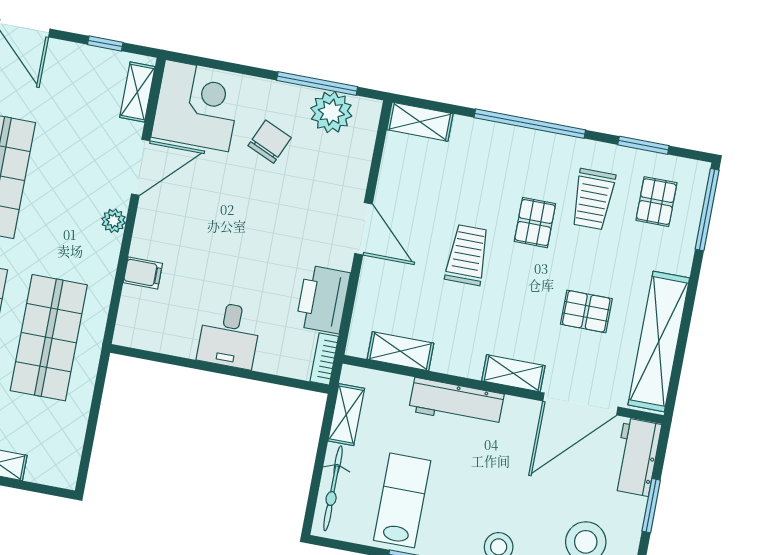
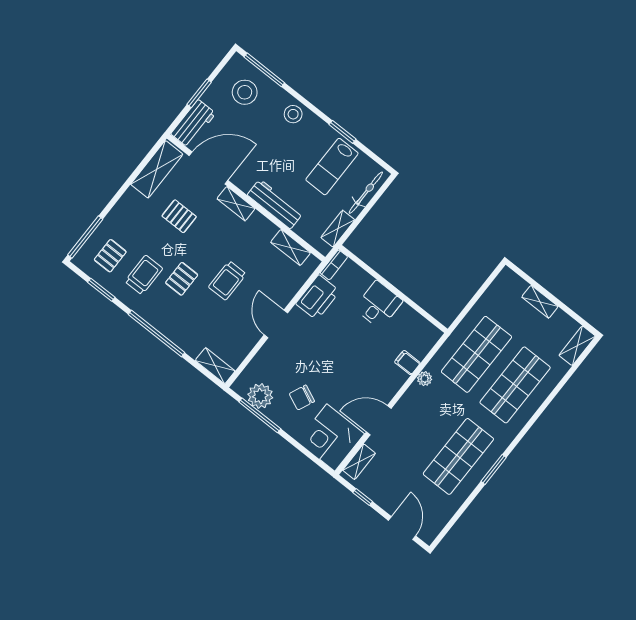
plant: (114, 221) -> (425, 379), moved
shelving: (659, 341) -> (157, 169), width x0.68

